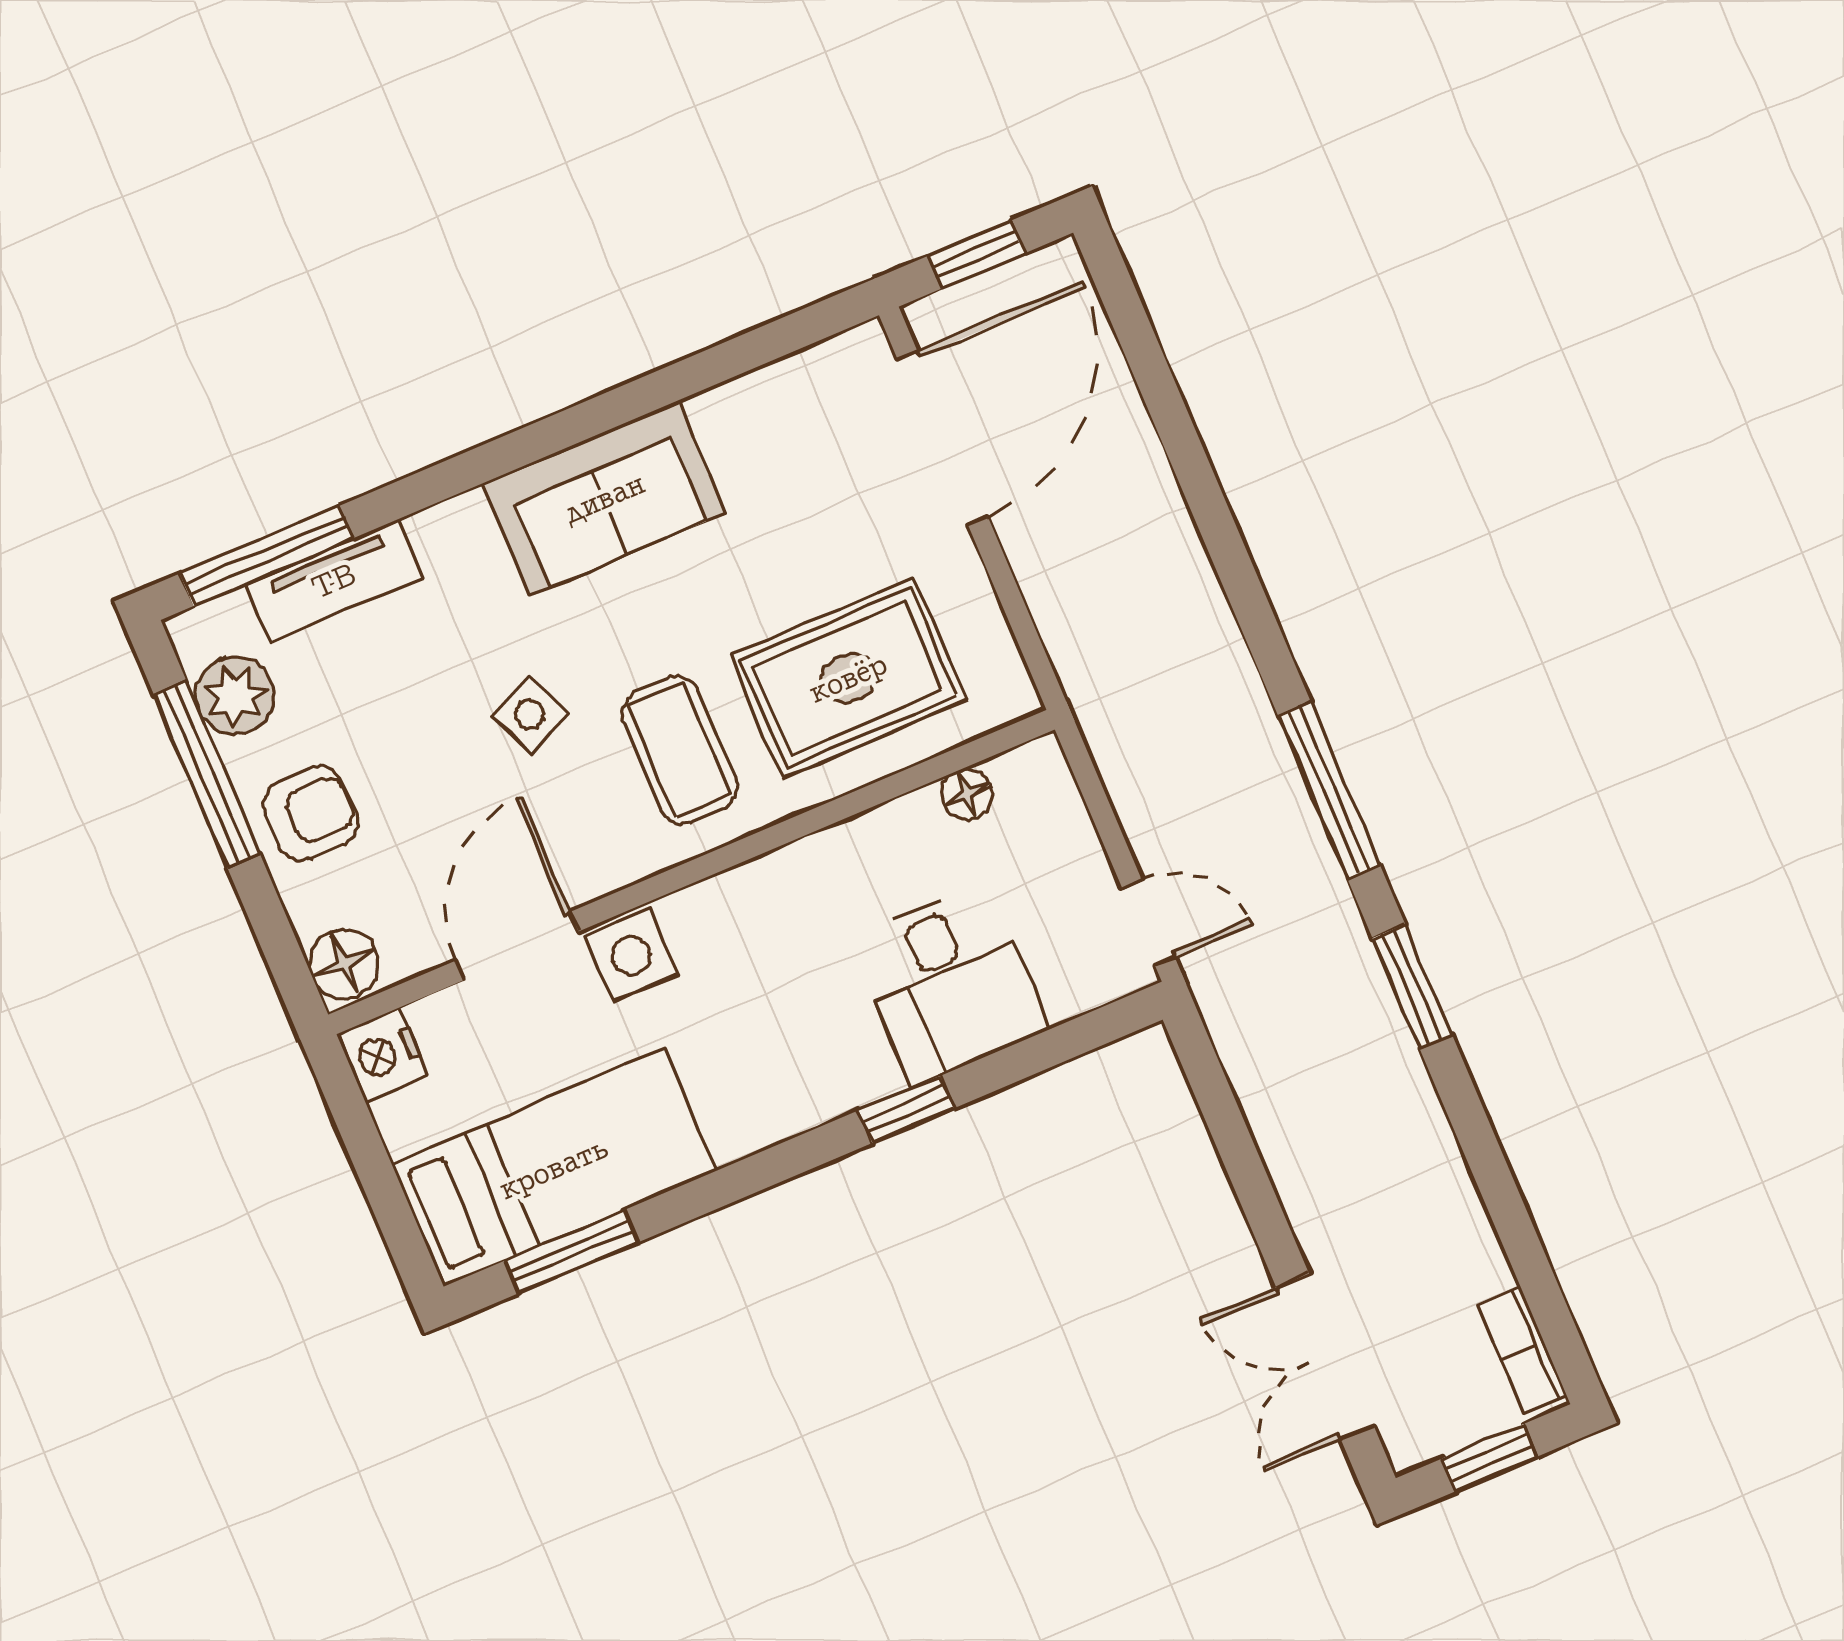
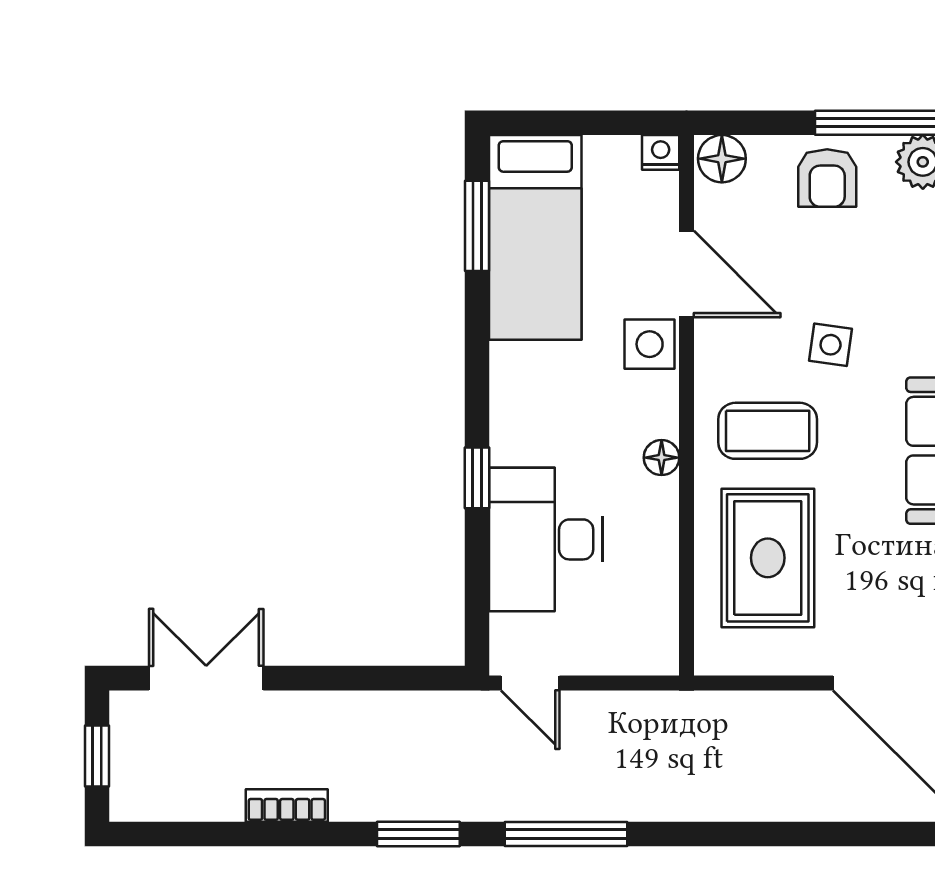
side table: (530, 715) -> (831, 345), turned 33
floor lamp: (967, 794) -> (662, 458), moved
door: (1149, 923) -> (530, 683), hinge flipped
desk: (949, 983) -> (546, 539), width x1.37
nightstand: (382, 1055) -> (661, 152), width x0.72, depth x0.74
bookcase: (1522, 1350) -> (287, 805), moved

